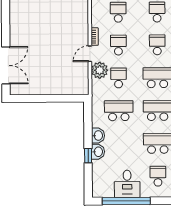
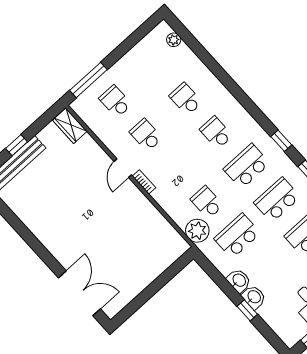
school desk: (118, 45) -> (176, 169), removed
door: (90, 54) -> (123, 168), moved
plant: (100, 70) -> (197, 231), moved

